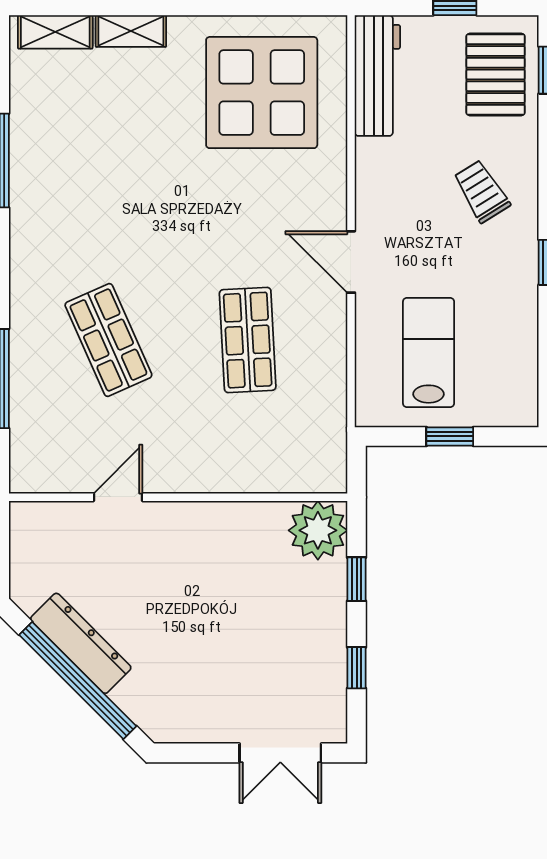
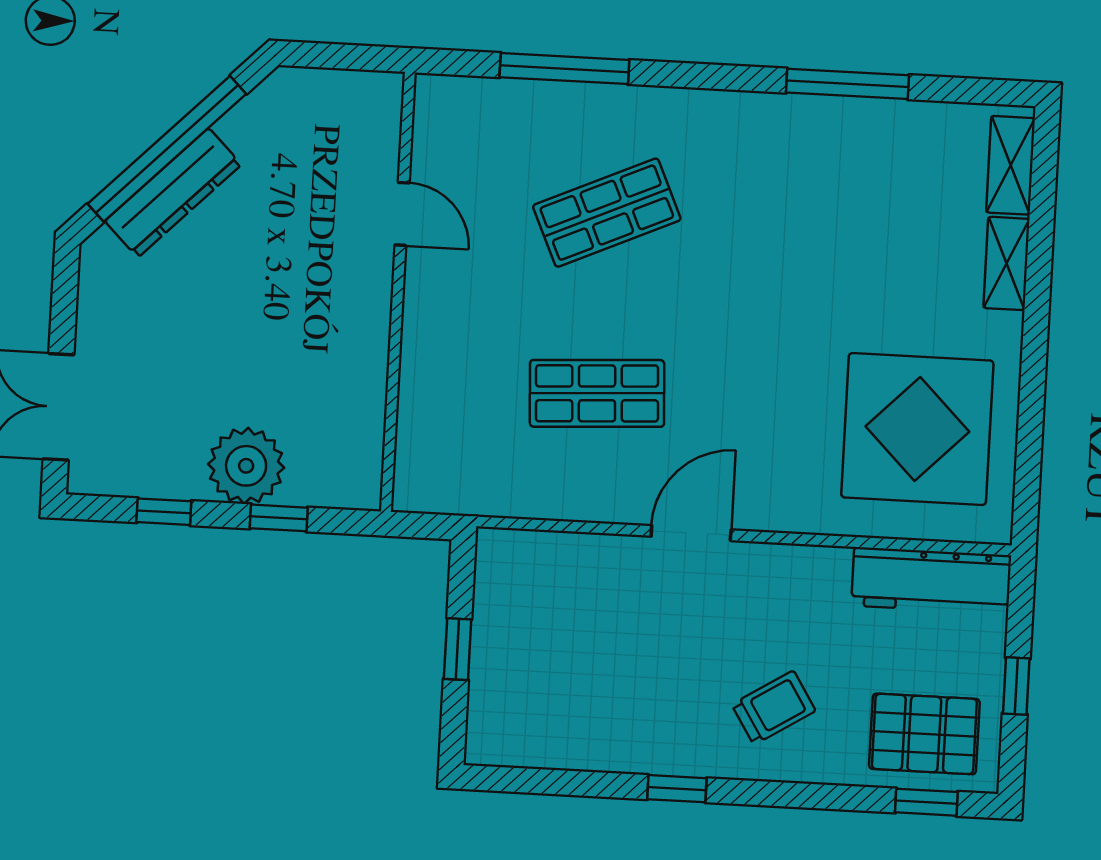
lab bench: (429, 353) -> (568, 627), removed
plant: (318, 530) -> (246, 466), moved
dresser: (81, 643) -> (173, 193), moved

